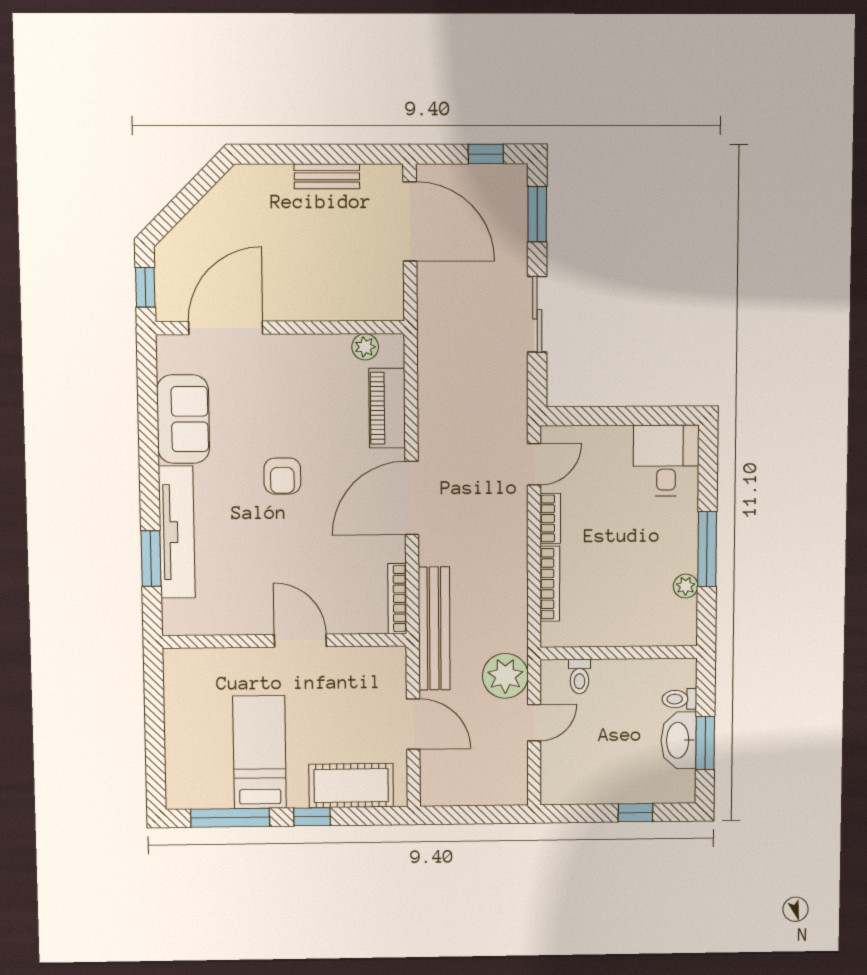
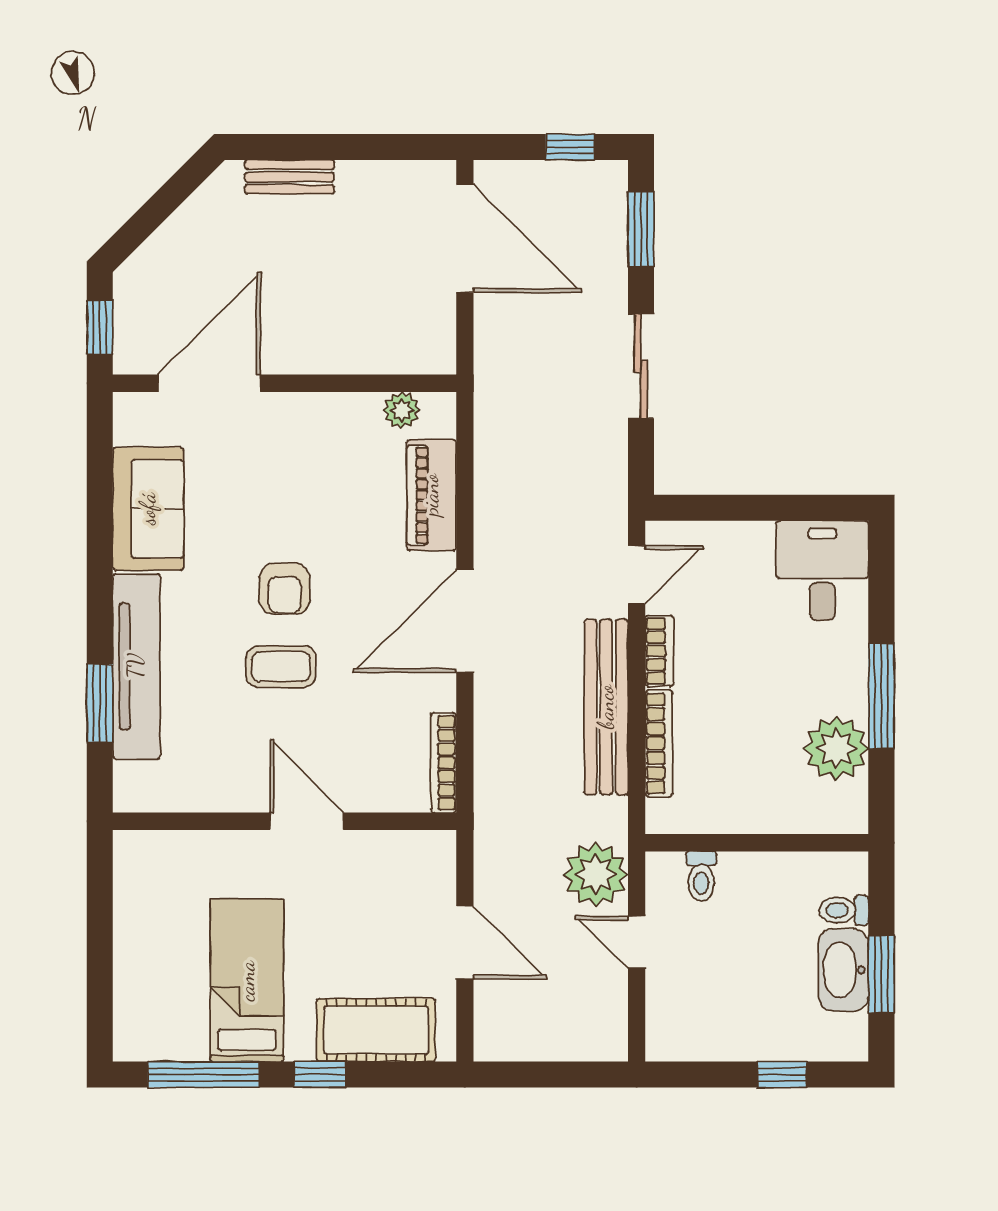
bench: (327, 176) -> (290, 177), moved
coffee table: (281, 532) -> (281, 667), added
plant: (686, 586) -> (836, 748), width x1.87, depth x1.87
bench: (434, 629) -> (606, 707), moved
door: (534, 723) -> (637, 942), swing flipped

